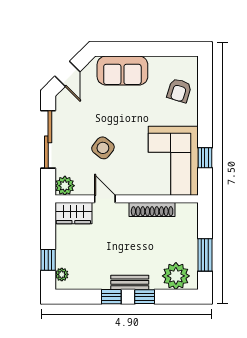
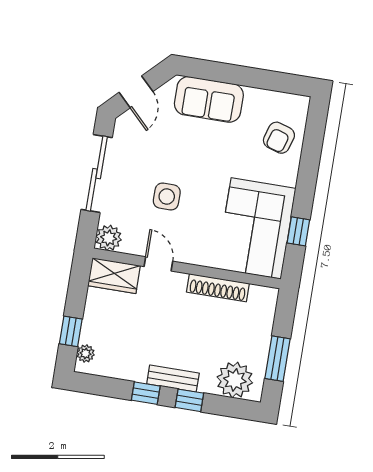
side table: (103, 148) -> (167, 197), turned -38

